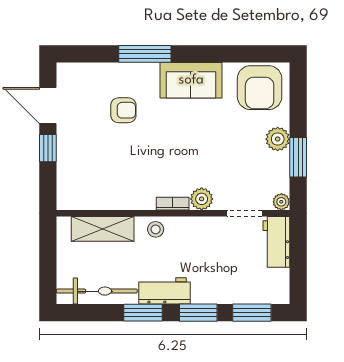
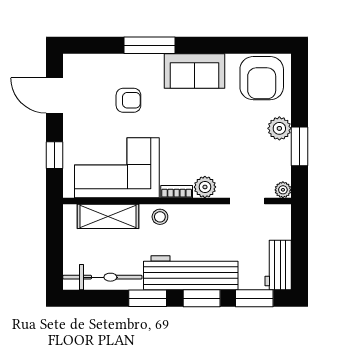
window: (48, 148) -> (55, 155), moved
corner sofa: (112, 179) -> (117, 168), added
workbench: (276, 242) -> (278, 265), moved
workbench: (165, 291) -> (191, 273), width x1.88, depth x1.32

